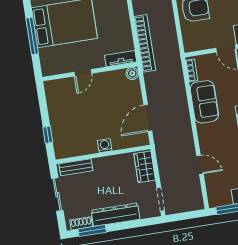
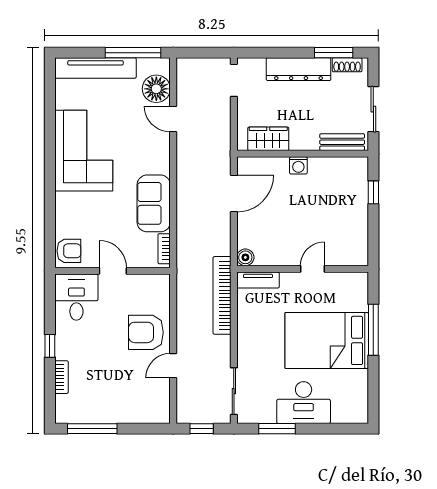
wardrobe: (145, 167) -> (268, 139), moved, turned -90
floor lamp: (215, 184) -> (156, 89), added

